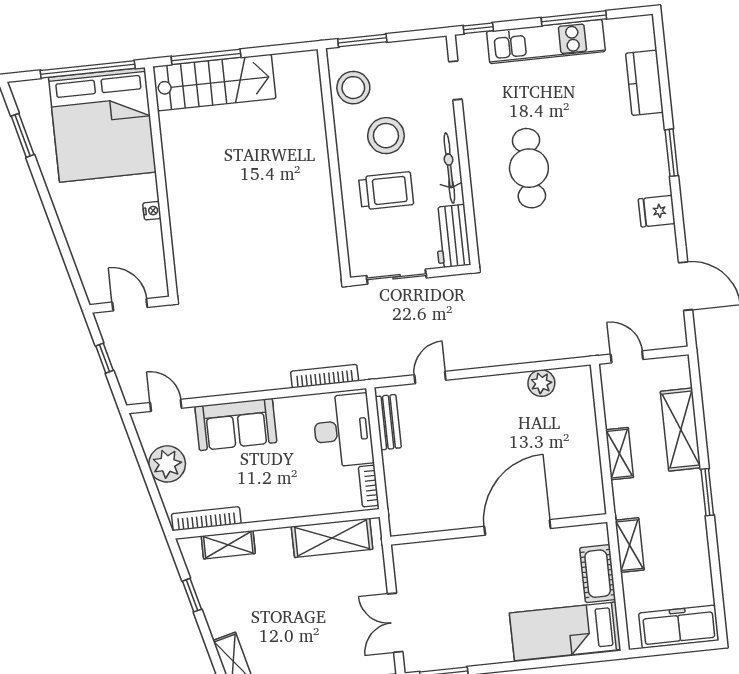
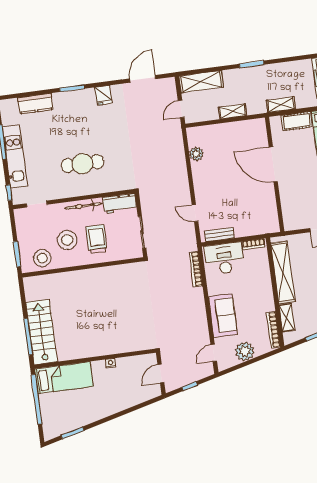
bed: (102, 125) -> (64, 378), width x0.49
shelving: (681, 430) -> (201, 82), moved
shelving: (332, 538) -> (283, 272), width x1.47

